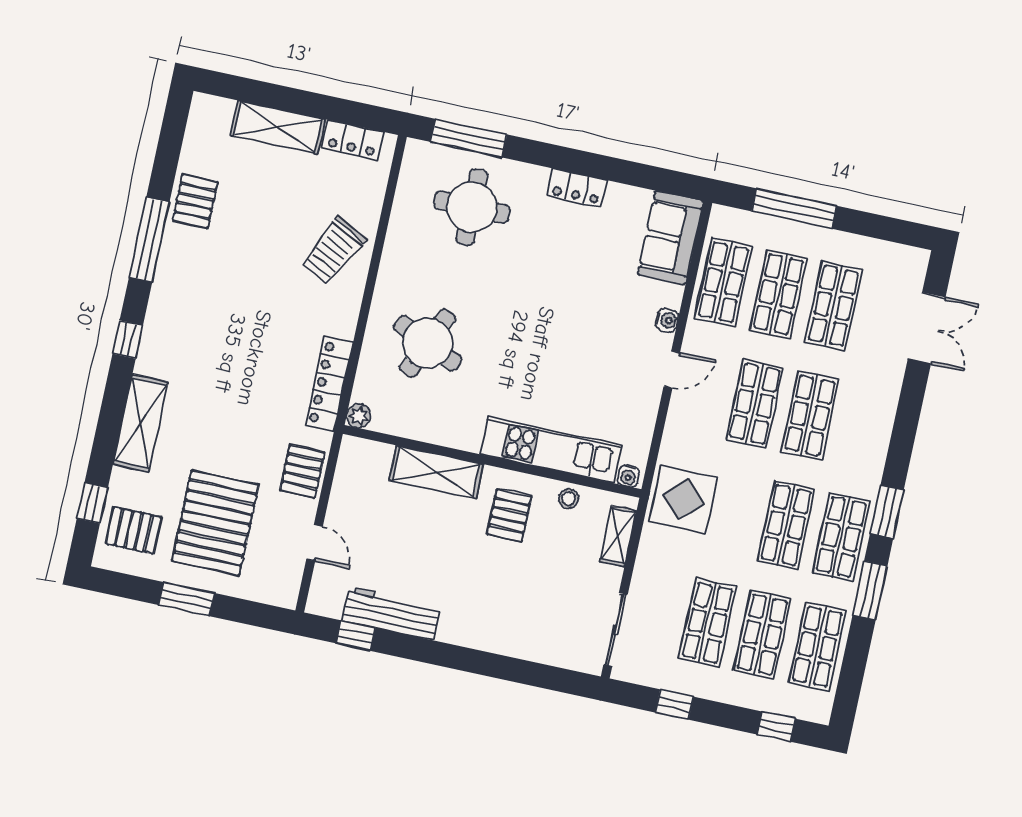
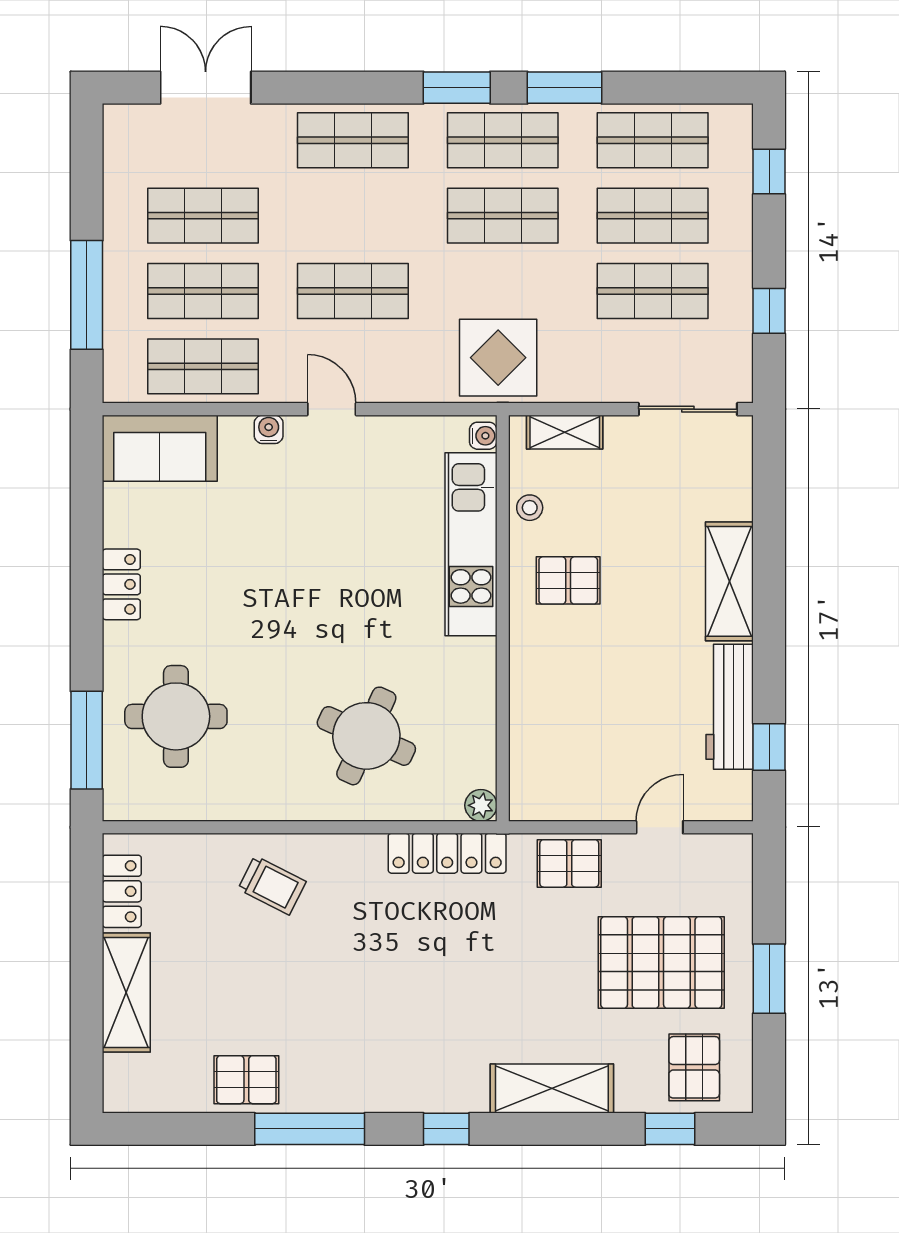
trolley: (333, 251) -> (272, 885), width x0.73, depth x0.72
shop shelf: (810, 416) -> (353, 140), moved
shelving: (436, 472) -> (729, 581), moved

